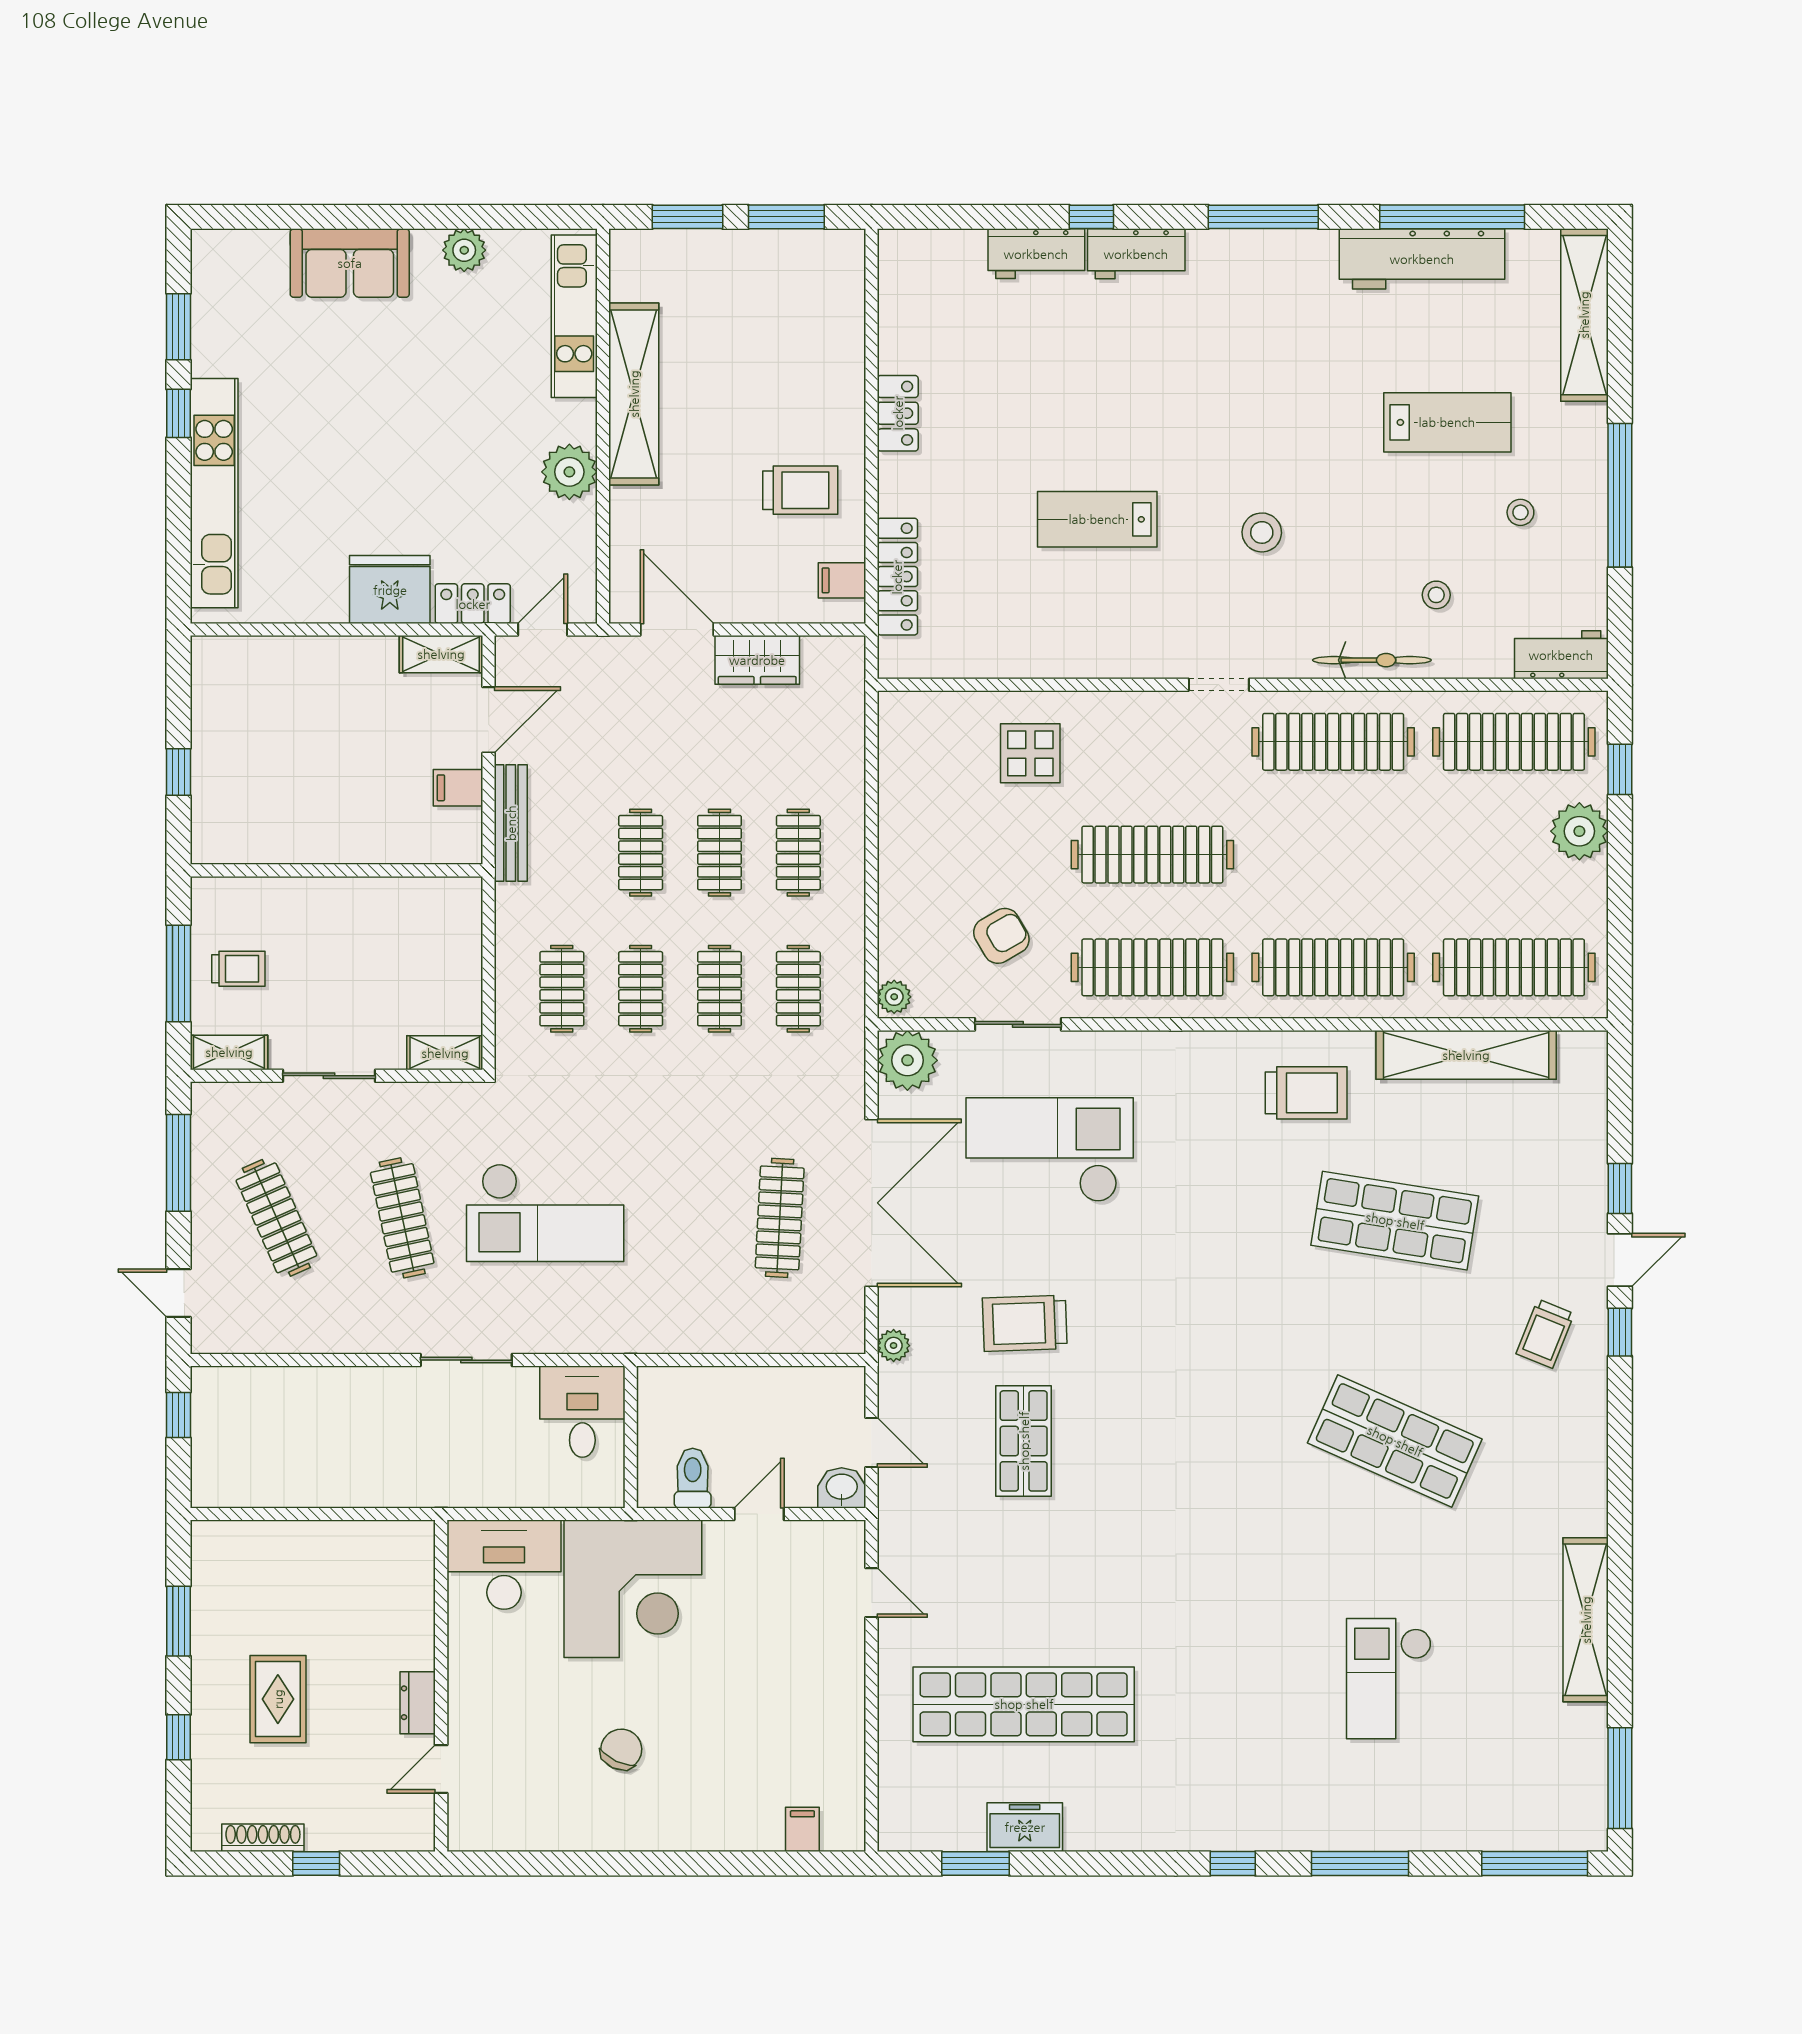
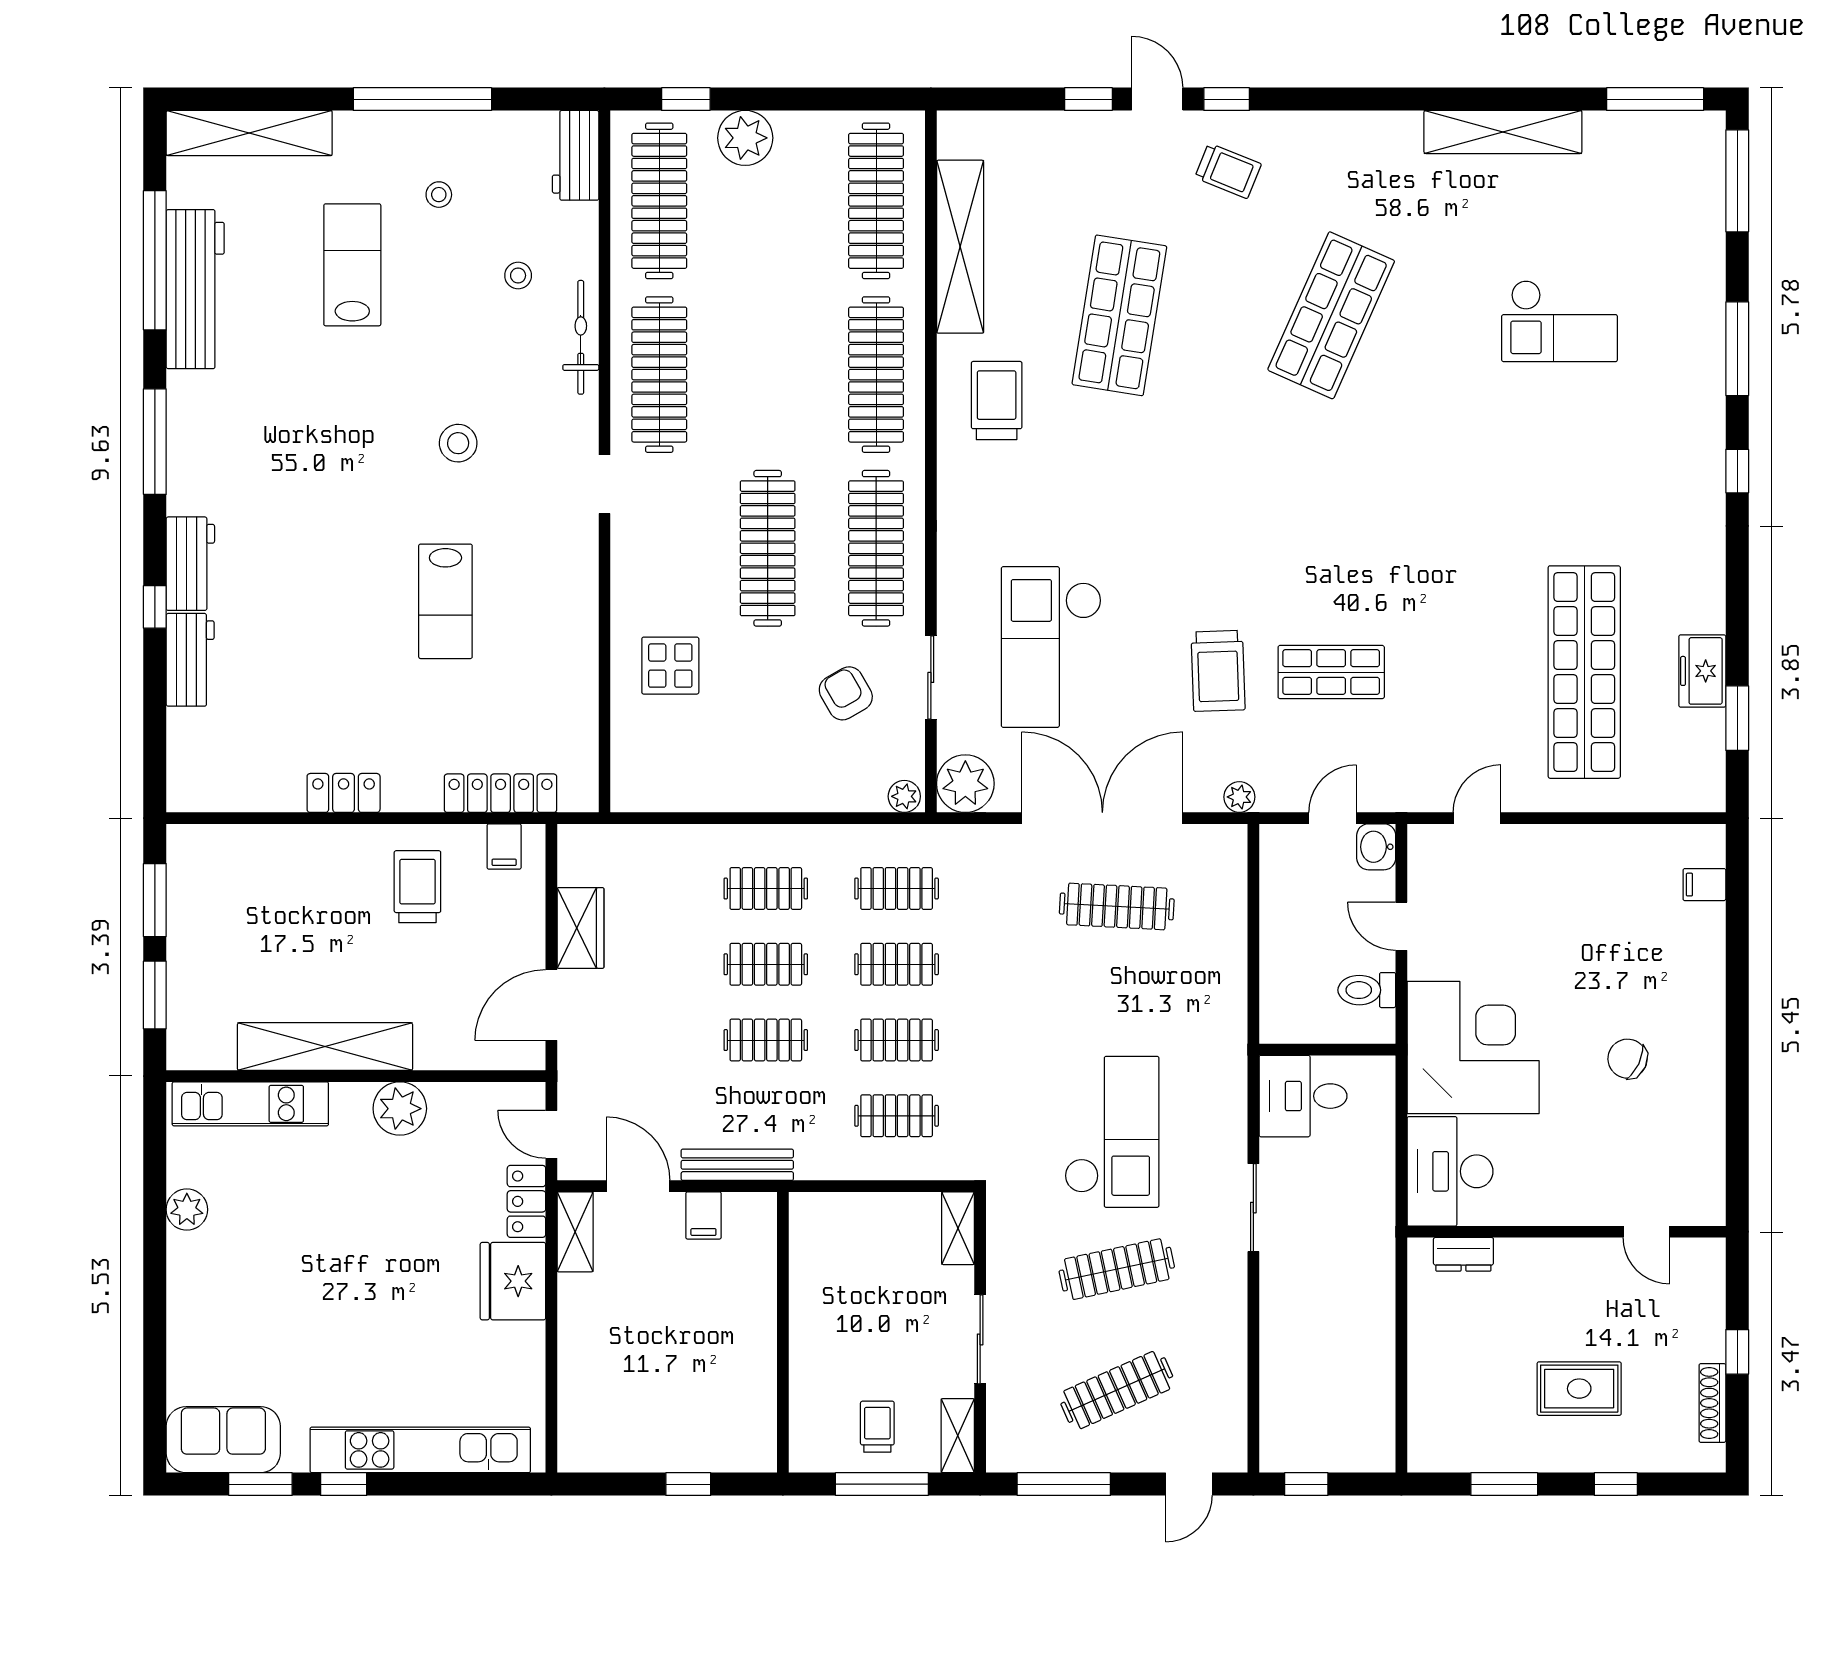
sofa: (350, 263) -> (223, 1440), moved, turned -90
dresser: (418, 1703) -> (1463, 1254), moved

